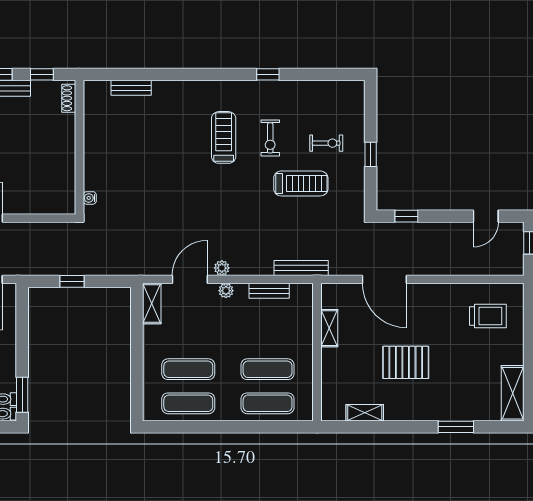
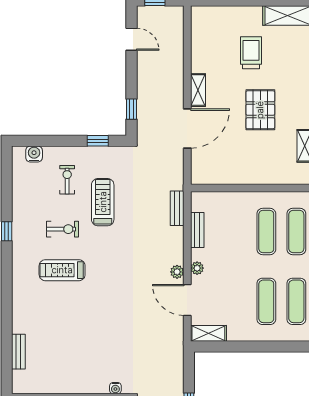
water cooler: (355, 106) -> (34, 154), added
window: (371, 154) -> (98, 141), moved
bench: (301, 268) -> (177, 208), width x0.73
trolley: (488, 316) -> (251, 53), moved
shelving: (329, 328) -> (198, 90), moved, turned 90

